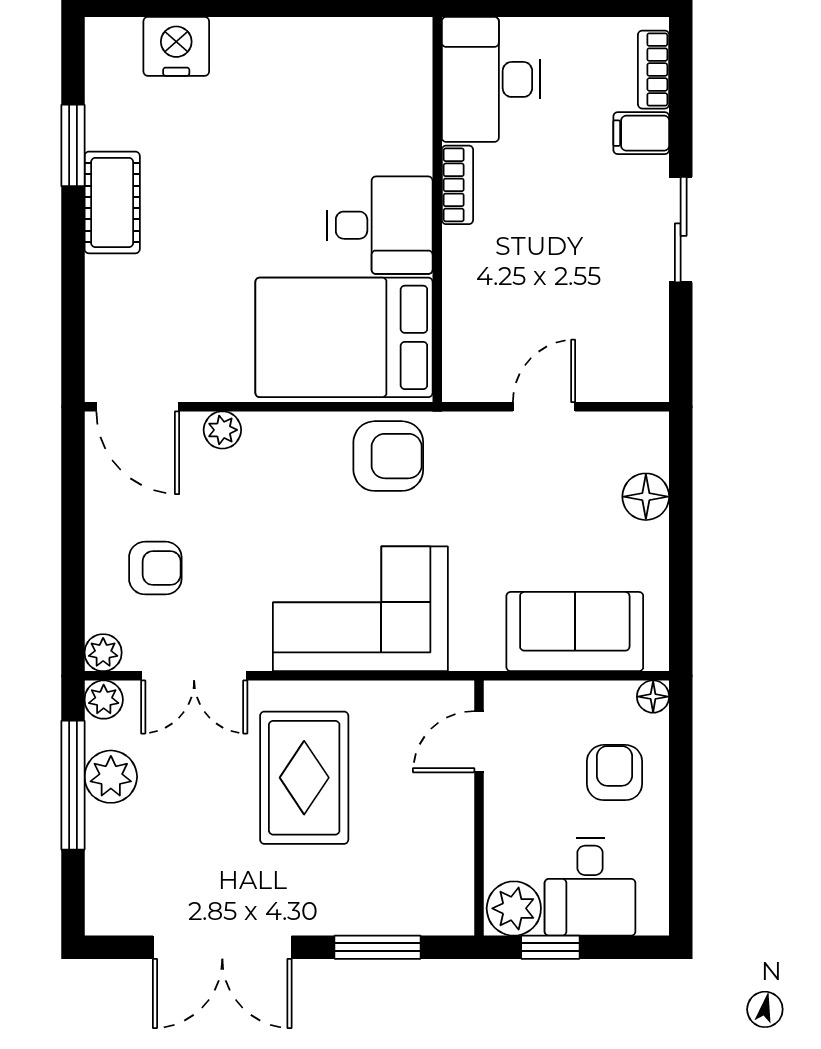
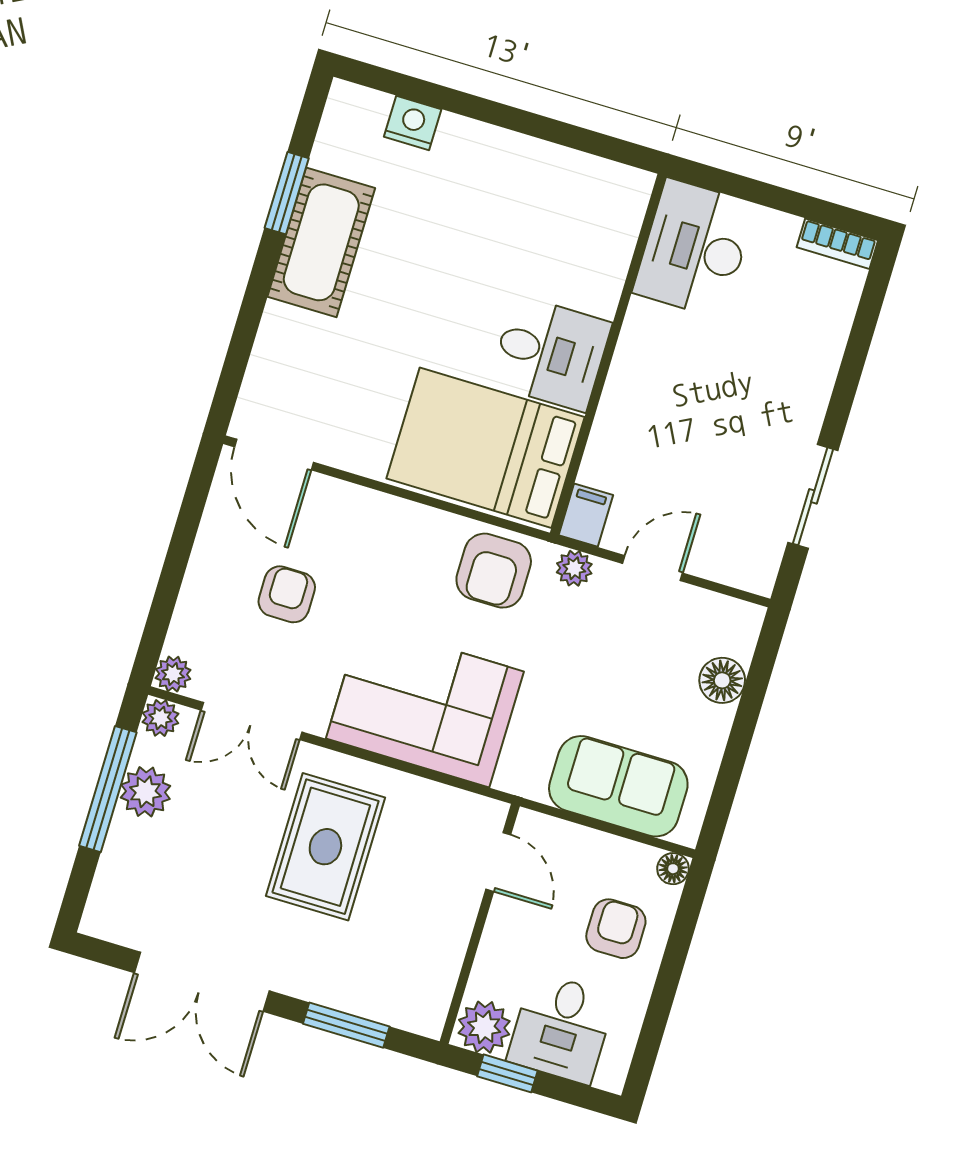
nightstand: (176, 46) -> (413, 123), width x0.74, depth x0.75
bookcase: (654, 70) -> (837, 244), moved, turned -90
filing cabinet: (641, 133) -> (586, 515), moved, turned 90
bookcase: (457, 185) -> (634, 337), removed
cot: (112, 202) -> (321, 242), width x1.37, depth x1.34
sliding door: (681, 230) -> (813, 496), moved
plant: (222, 430) -> (574, 568), moved
armchair: (388, 456) -> (494, 571), turned 90
armchair: (155, 568) -> (287, 594), moved, turned -90
door: (479, 742) -> (498, 862), swing flipped

